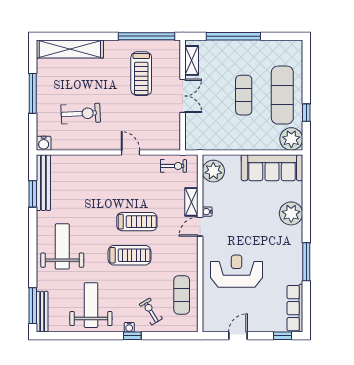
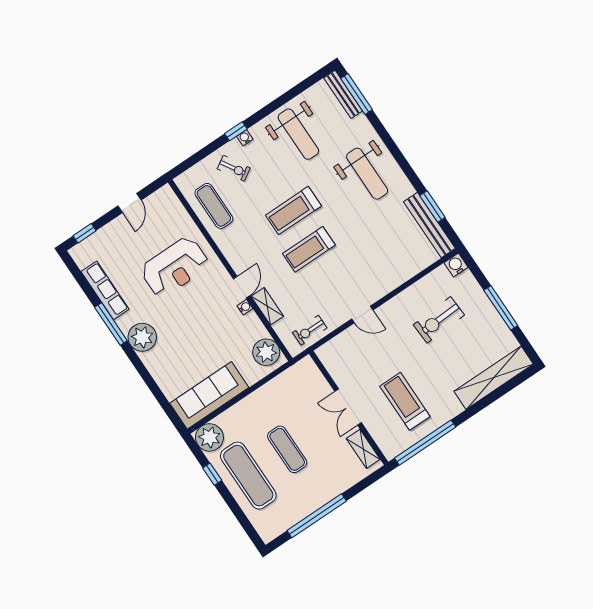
window: (233, 36) -> (317, 516), moved
plant: (291, 213) -> (142, 337), moved
row of seats: (295, 308) -> (105, 290), moved

